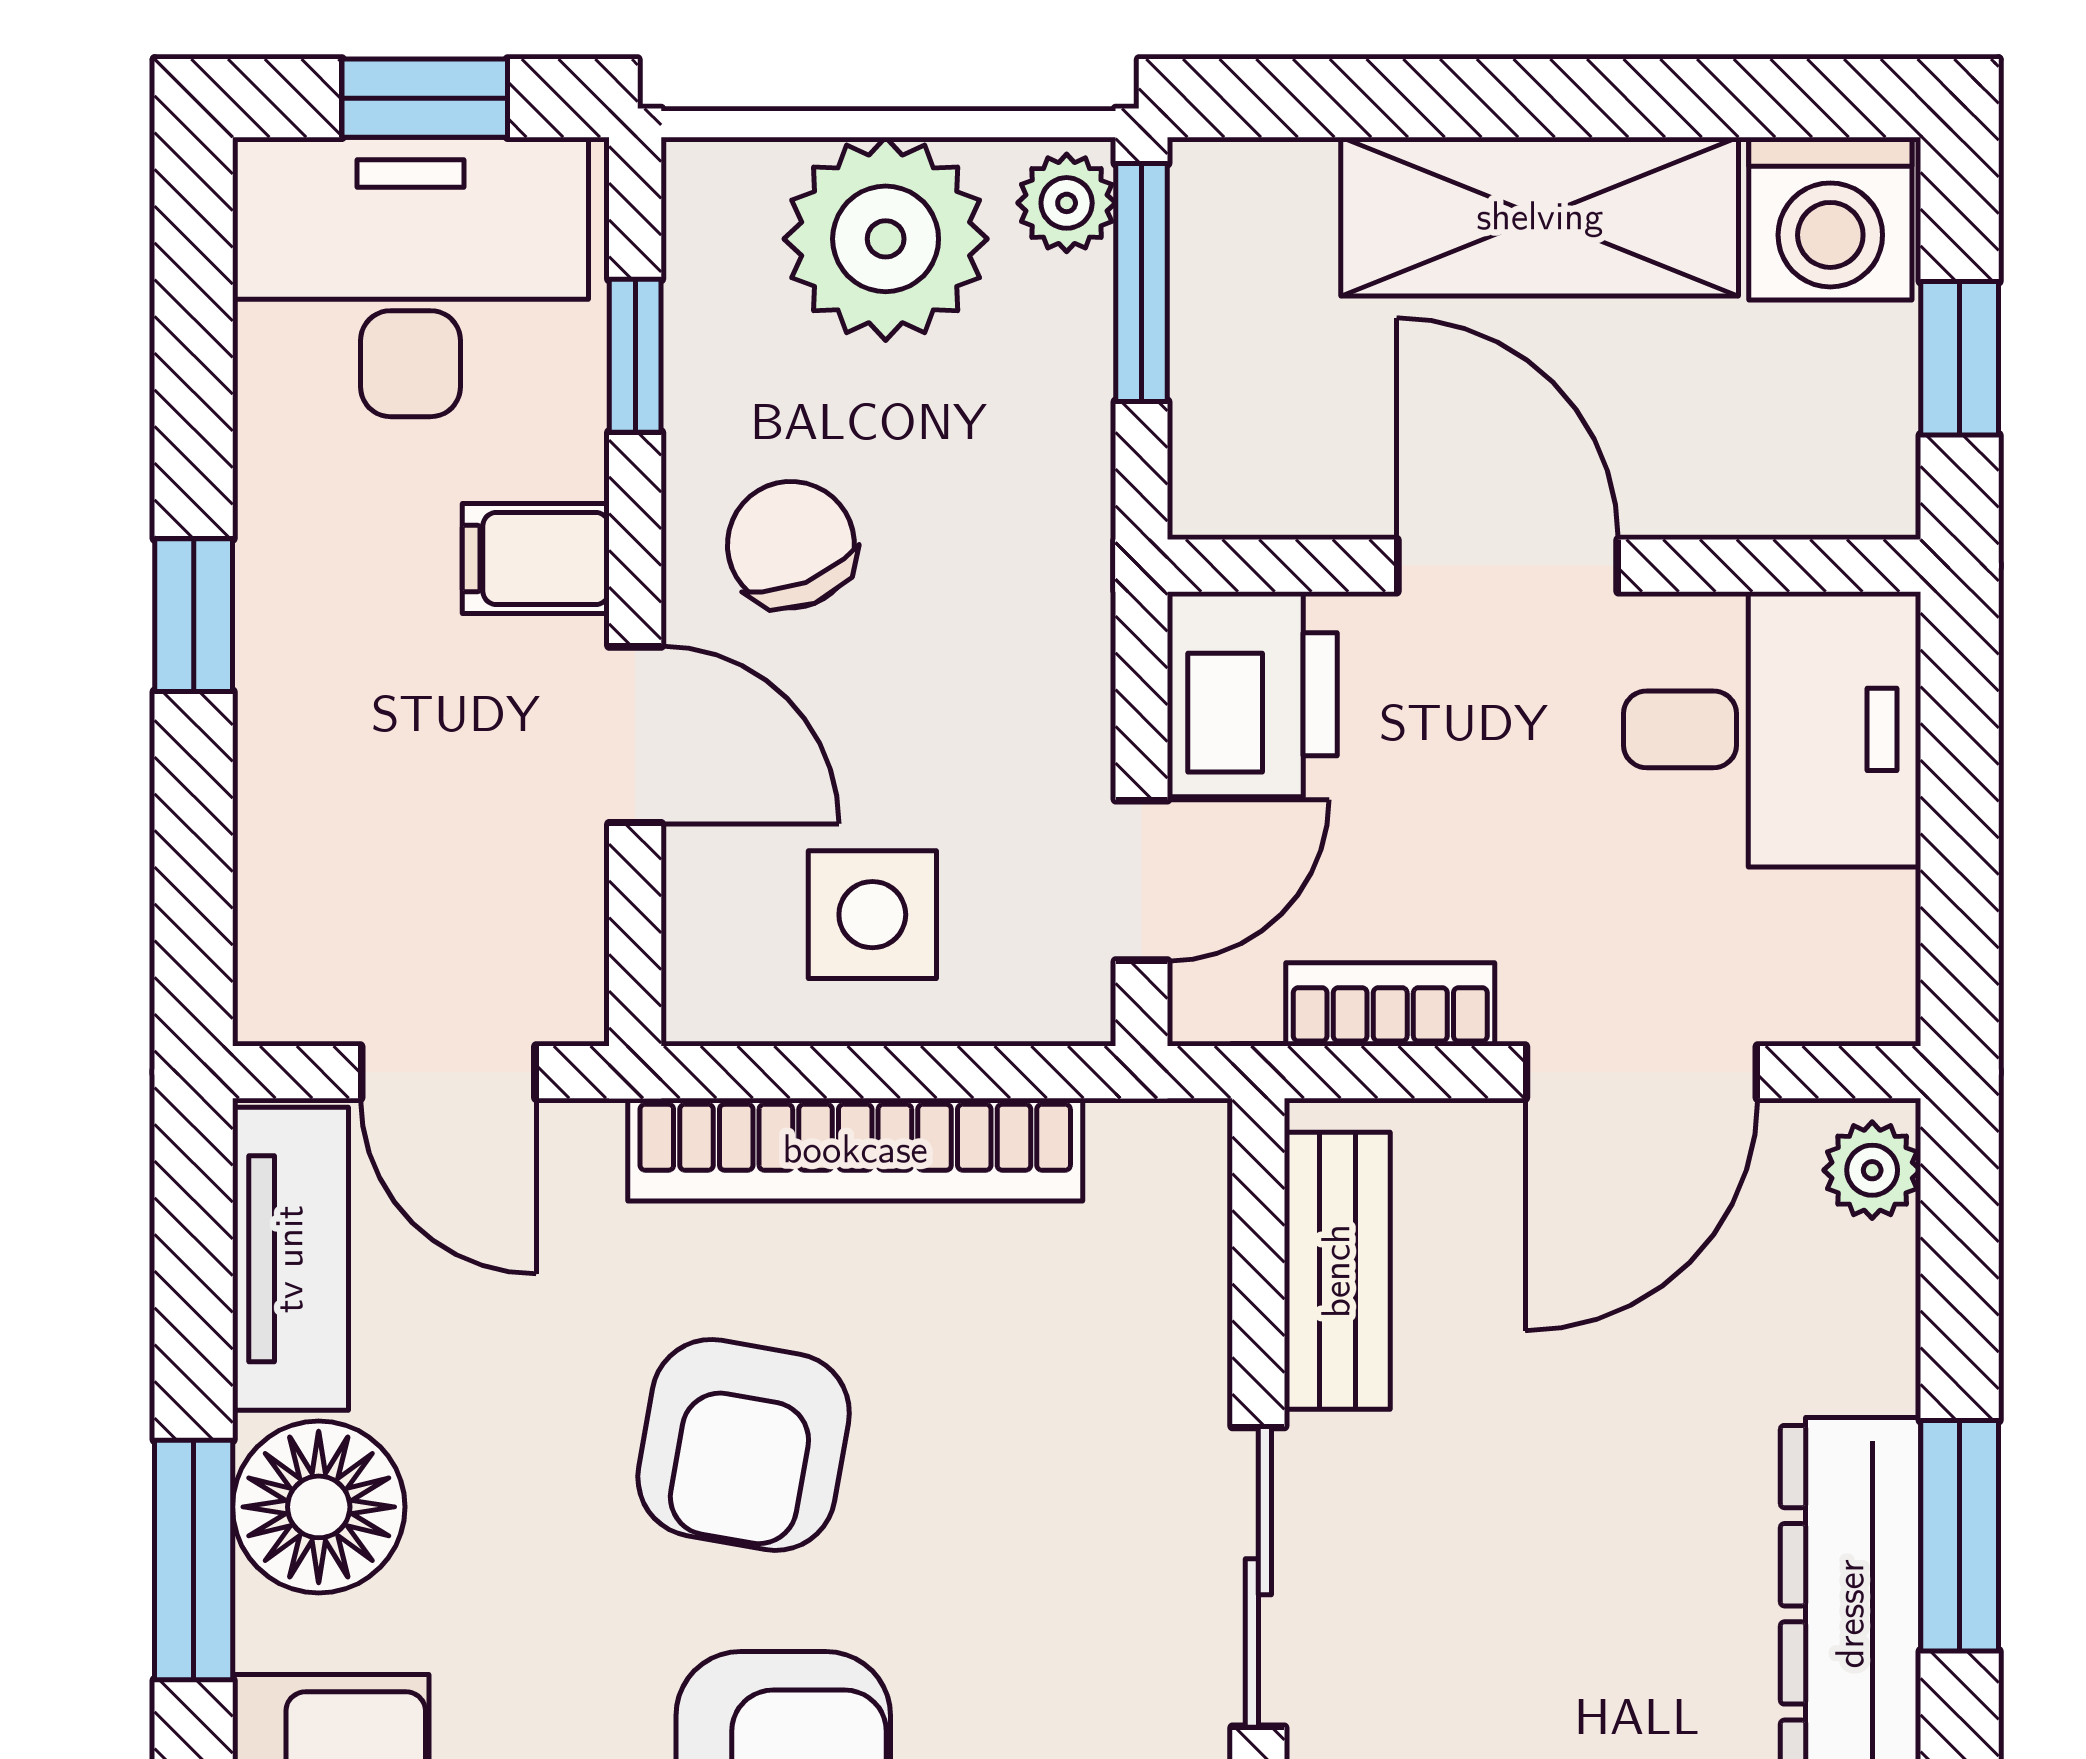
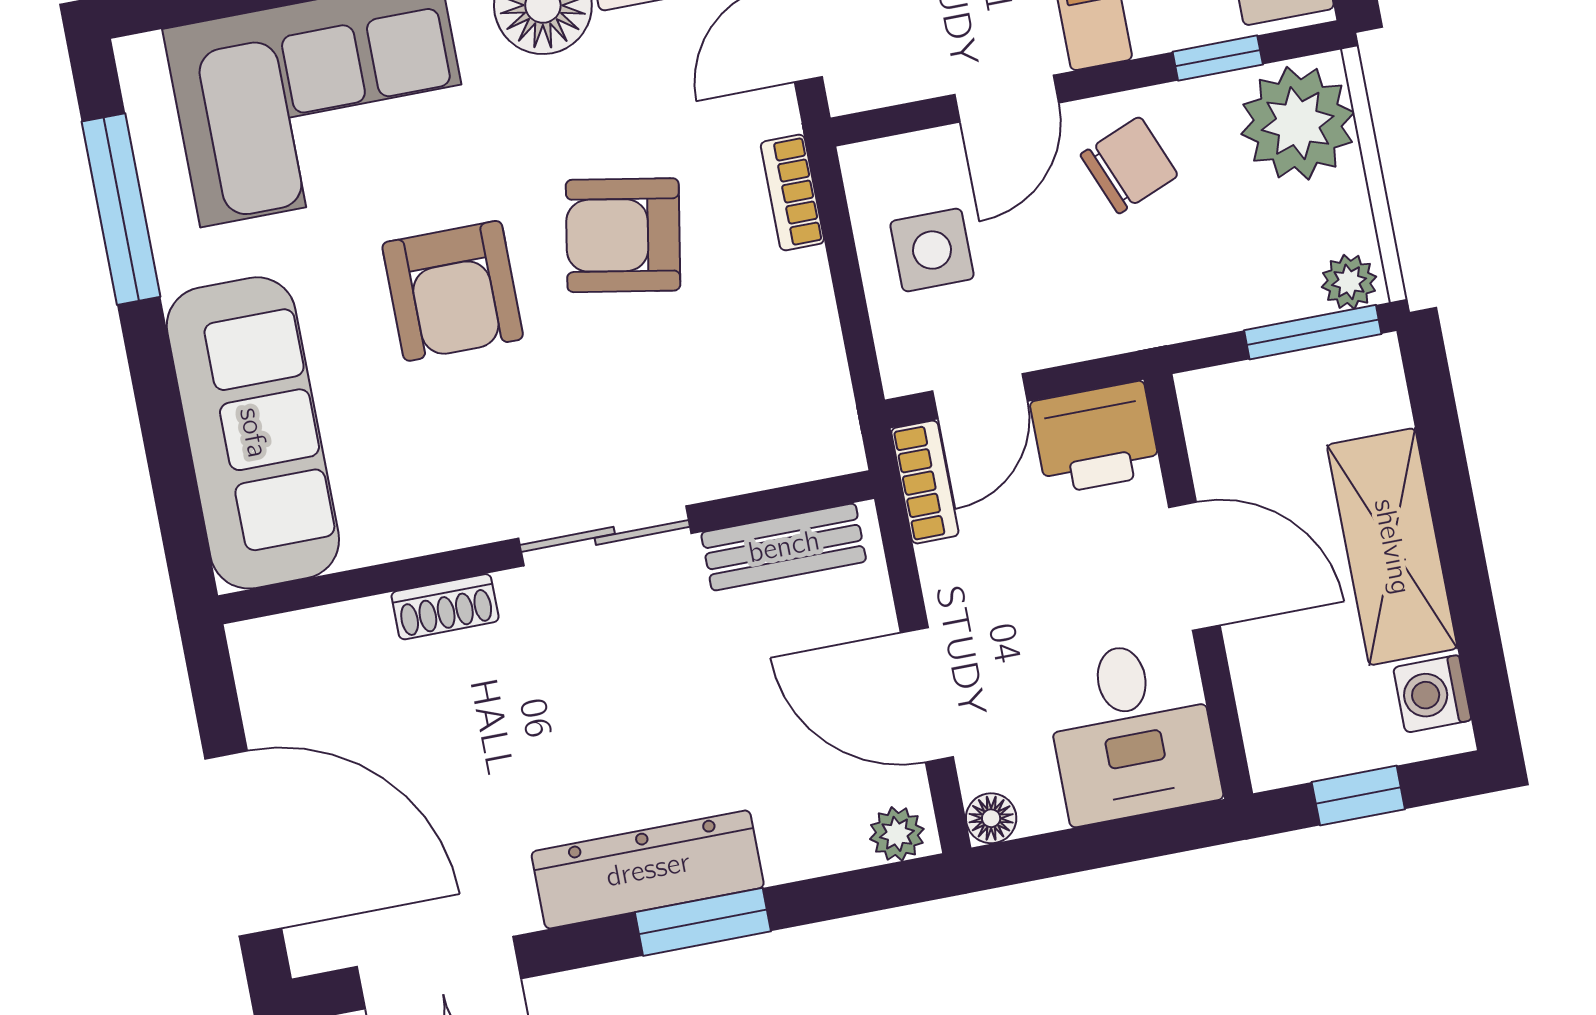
washing machine: (1830, 219) -> (1432, 694), width x0.73, depth x0.73
plant: (886, 239) -> (1298, 123), moved
door: (1508, 566) -> (1194, 566), hinge flipped
door: (1142, 880) -> (980, 396), hinge flipped
floor lamp: (1876, 1002) -> (991, 818), added
bookcase: (1390, 1004) -> (925, 482), moved
bookcase: (855, 1150) -> (792, 193), width x0.43, depth x0.76

